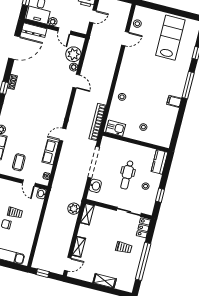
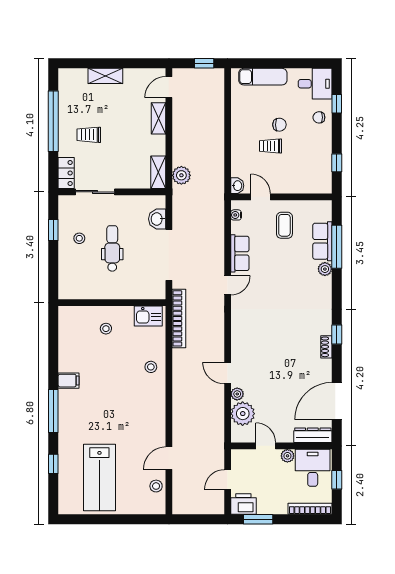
kitchen counter: (159, 162) -> (67, 281), removed

